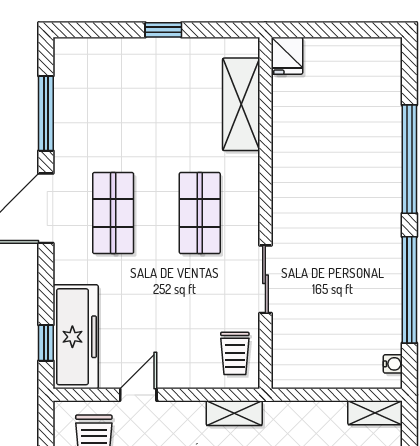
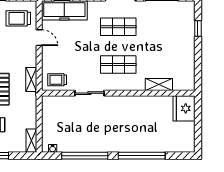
window: (163, 30) -> (198, 29), moved
fridge: (287, 56) -> (184, 108), width x1.88, depth x1.34
shelving: (241, 104) -> (159, 84), width x0.67, depth x0.75

